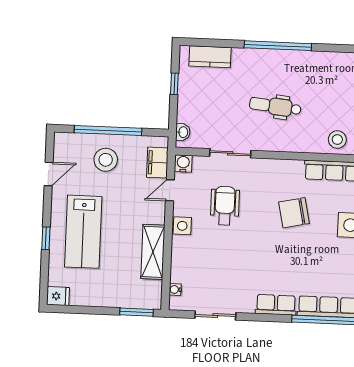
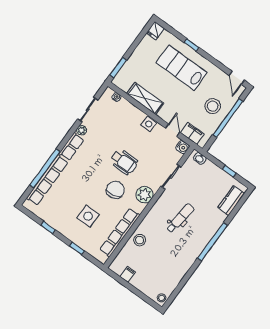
plant: (276, 172) -> (144, 195), added
door: (49, 174) -> (237, 78), moved
wheelchair: (225, 206) -> (124, 162), moved
plant: (247, 306) -> (82, 130), added

